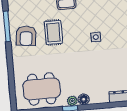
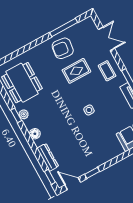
floor lamp: (84, 99) -> (35, 134), moved

